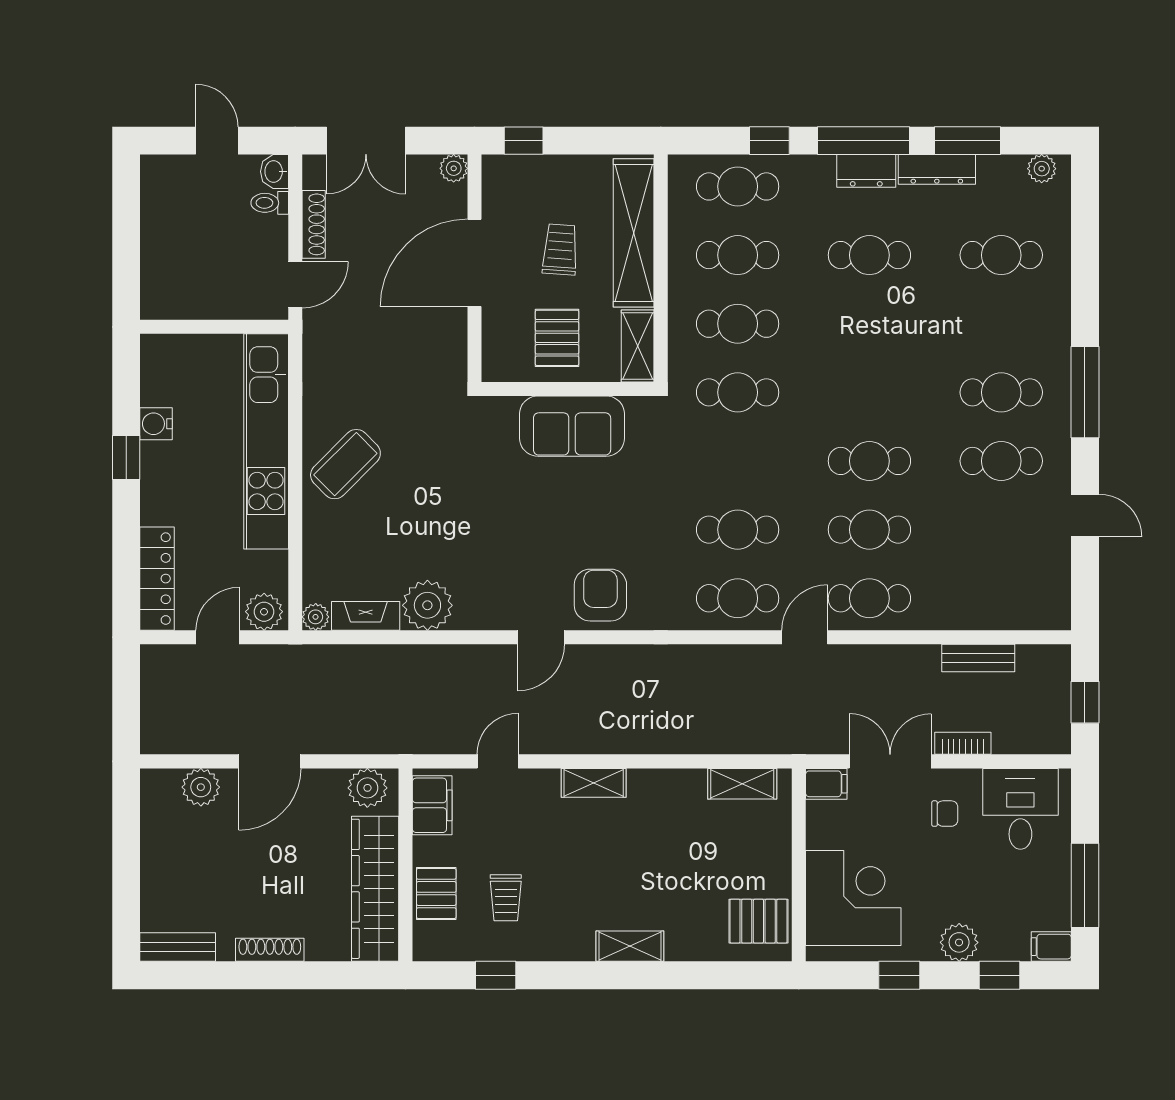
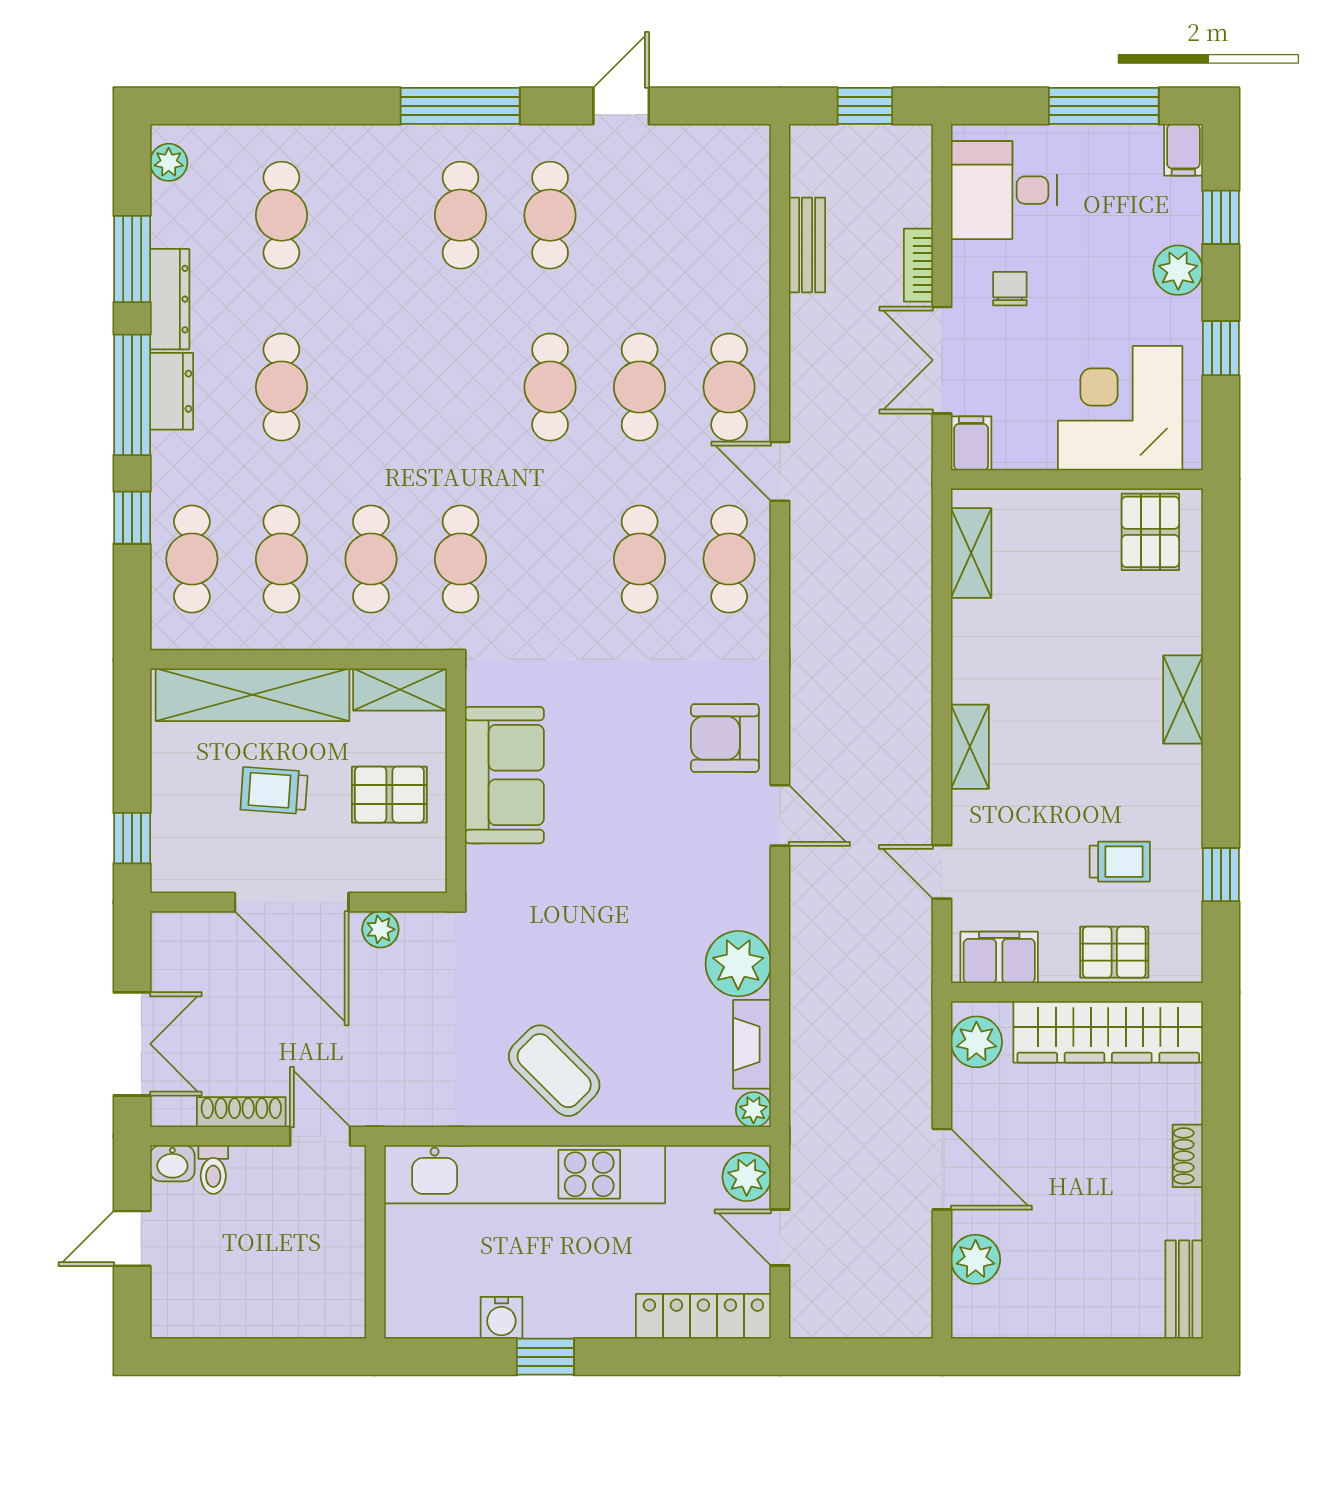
plant: (454, 168) -> (380, 929), moved
shoe rack: (270, 950) -> (1188, 1156), width x0.70

